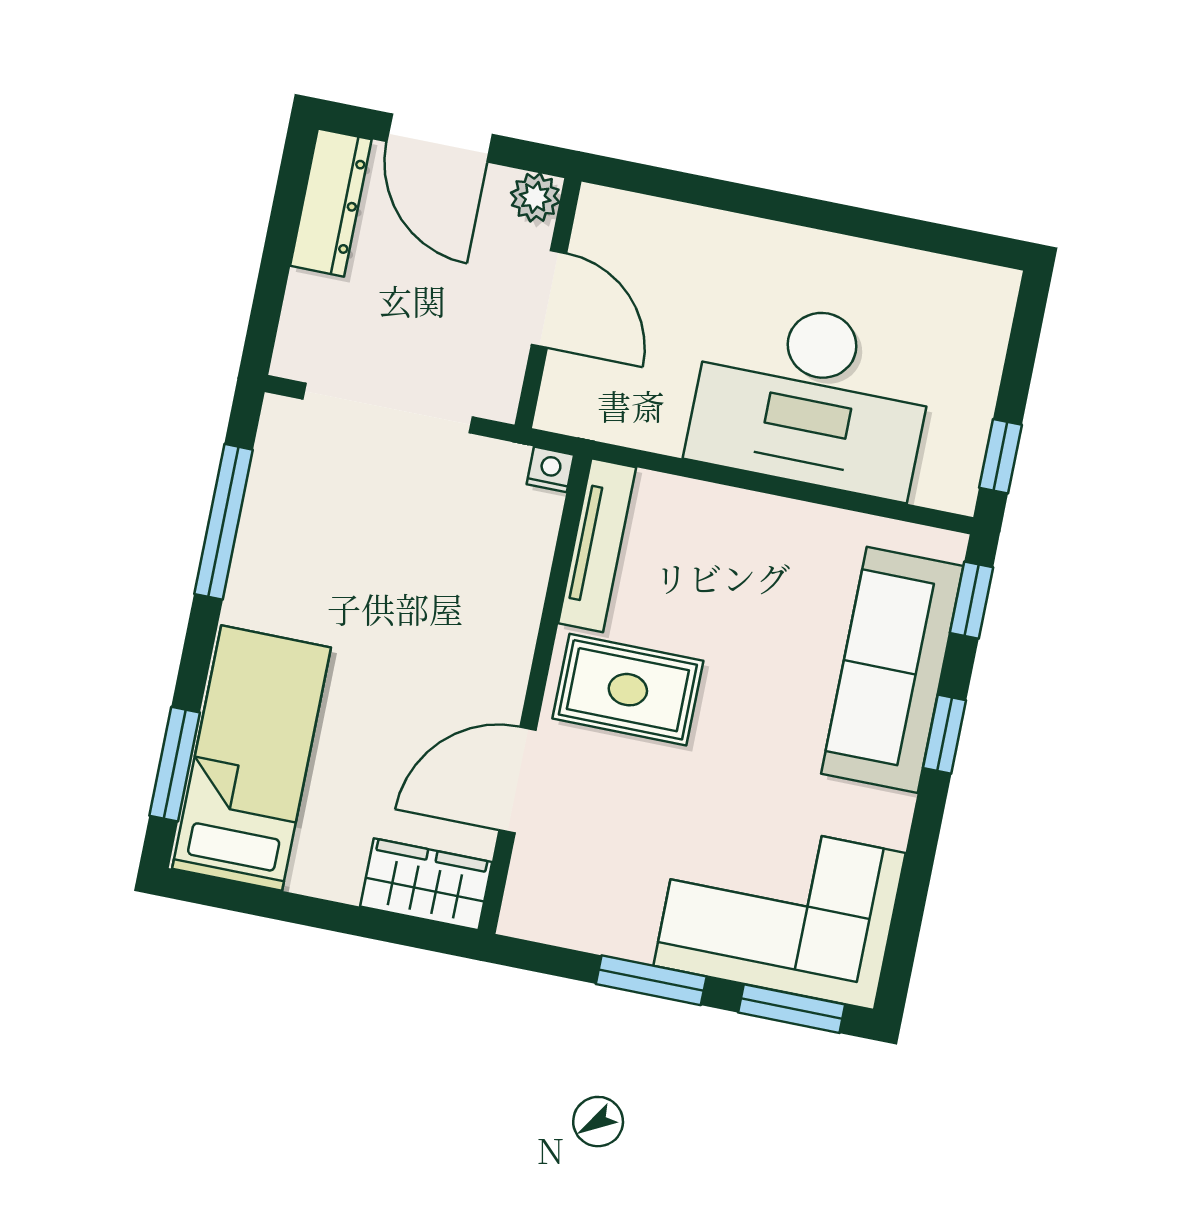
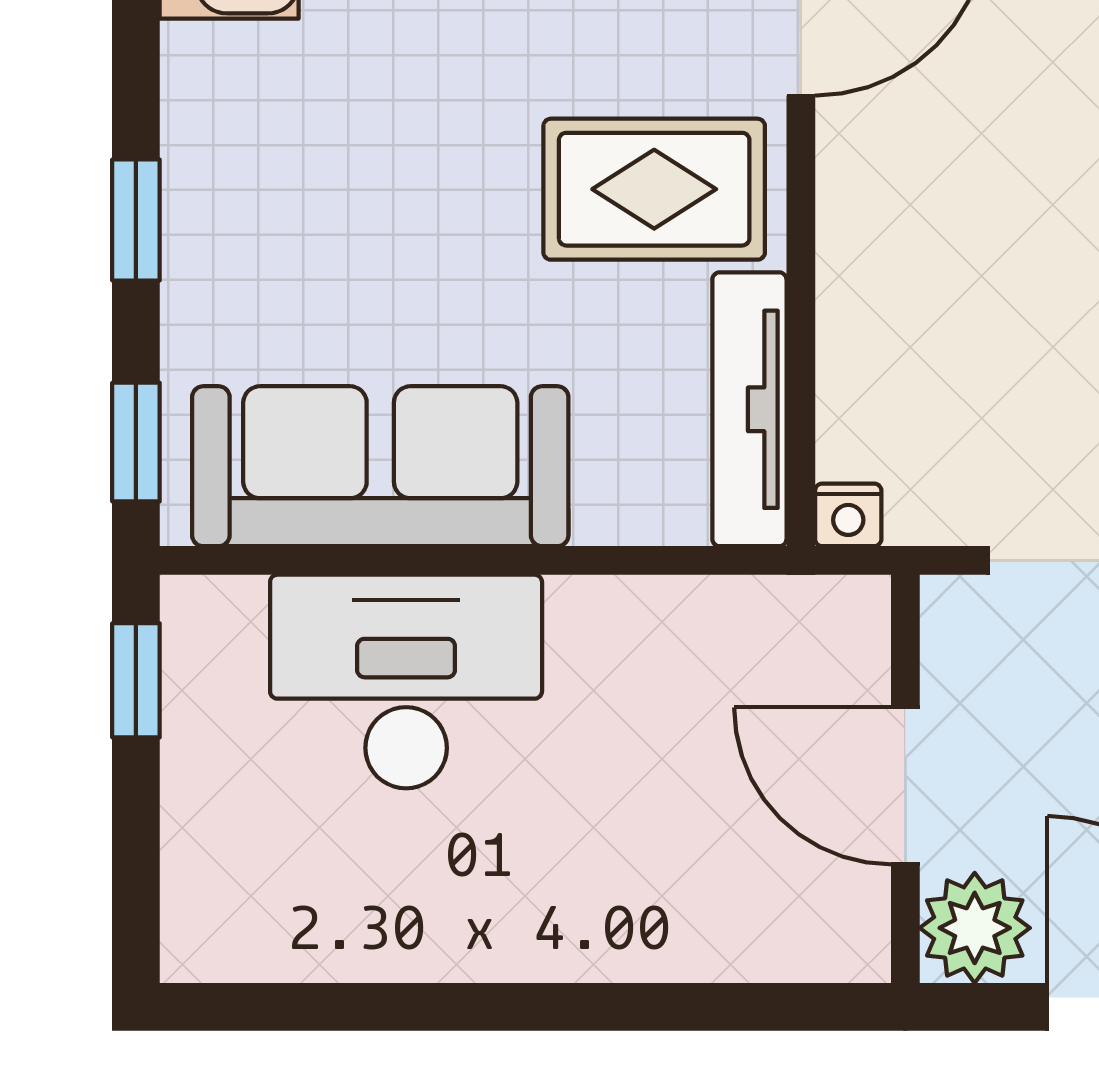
plant: (535, 197) -> (975, 928), width x1.38, depth x1.38
desk: (812, 397) -> (406, 682), width x0.73, depth x0.77
sofa: (892, 670) -> (380, 466), moved, turned -90

